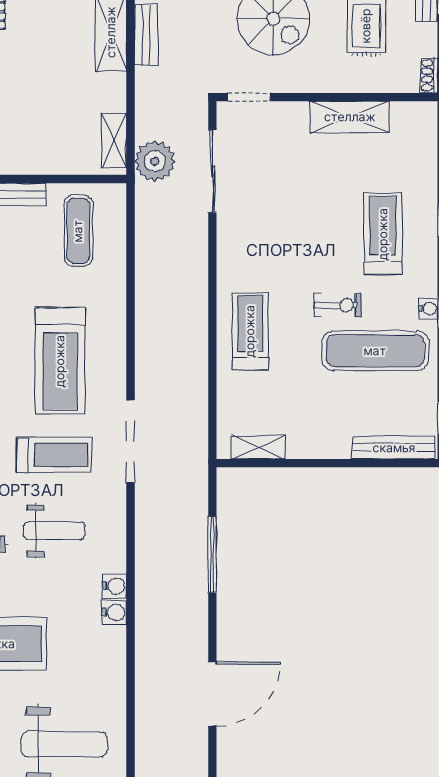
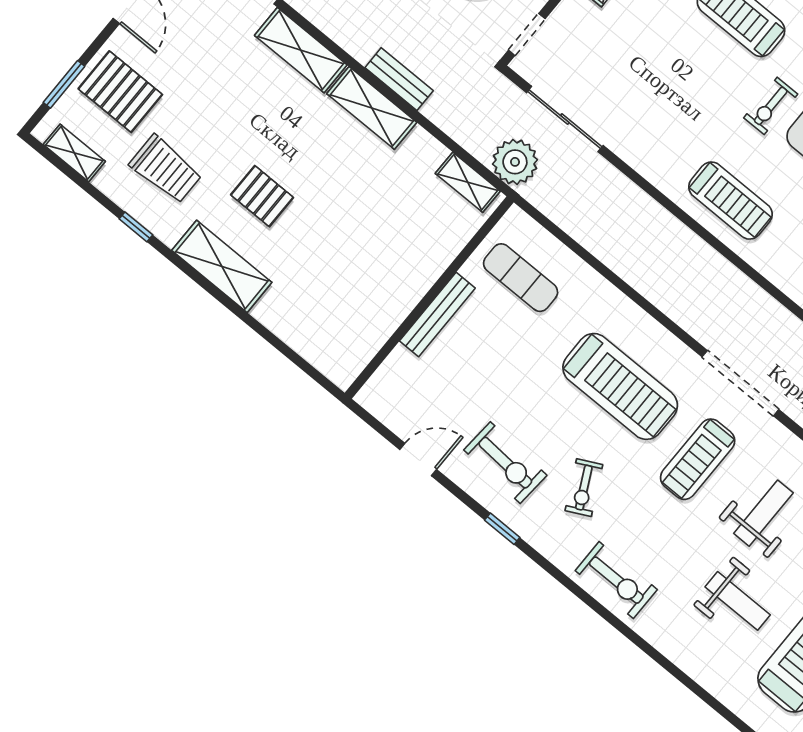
exercise bike: (338, 305) -> (771, 106), turned 180
treadmill: (250, 331) -> (731, 201), turned 180
treadmill: (54, 455) -> (698, 459), turned 180

